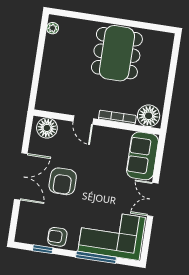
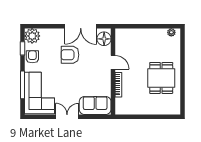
dining table: (117, 53) -> (161, 78), width x0.73
floor lamp: (149, 116) -> (123, 105), removed
door: (83, 120) -> (113, 62), swing flipped
double door: (21, 176) -> (81, 26), moved
plant: (27, 232) -> (32, 36), added

